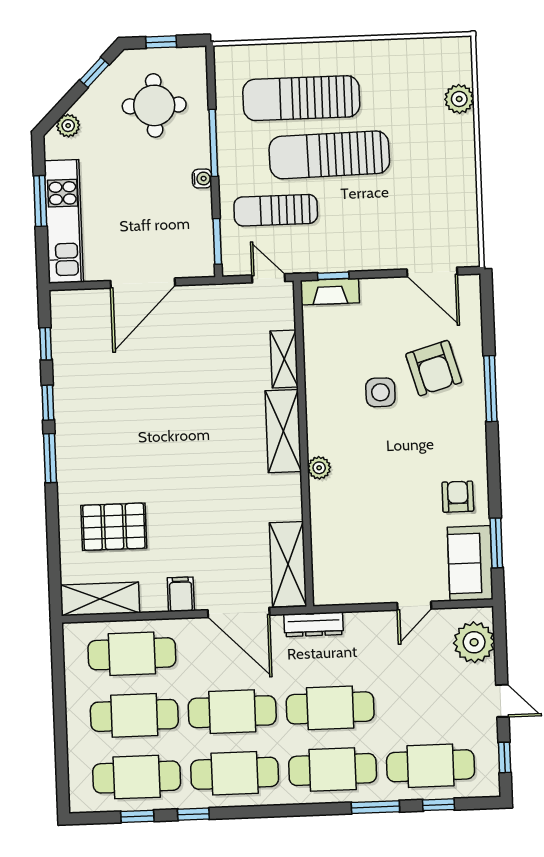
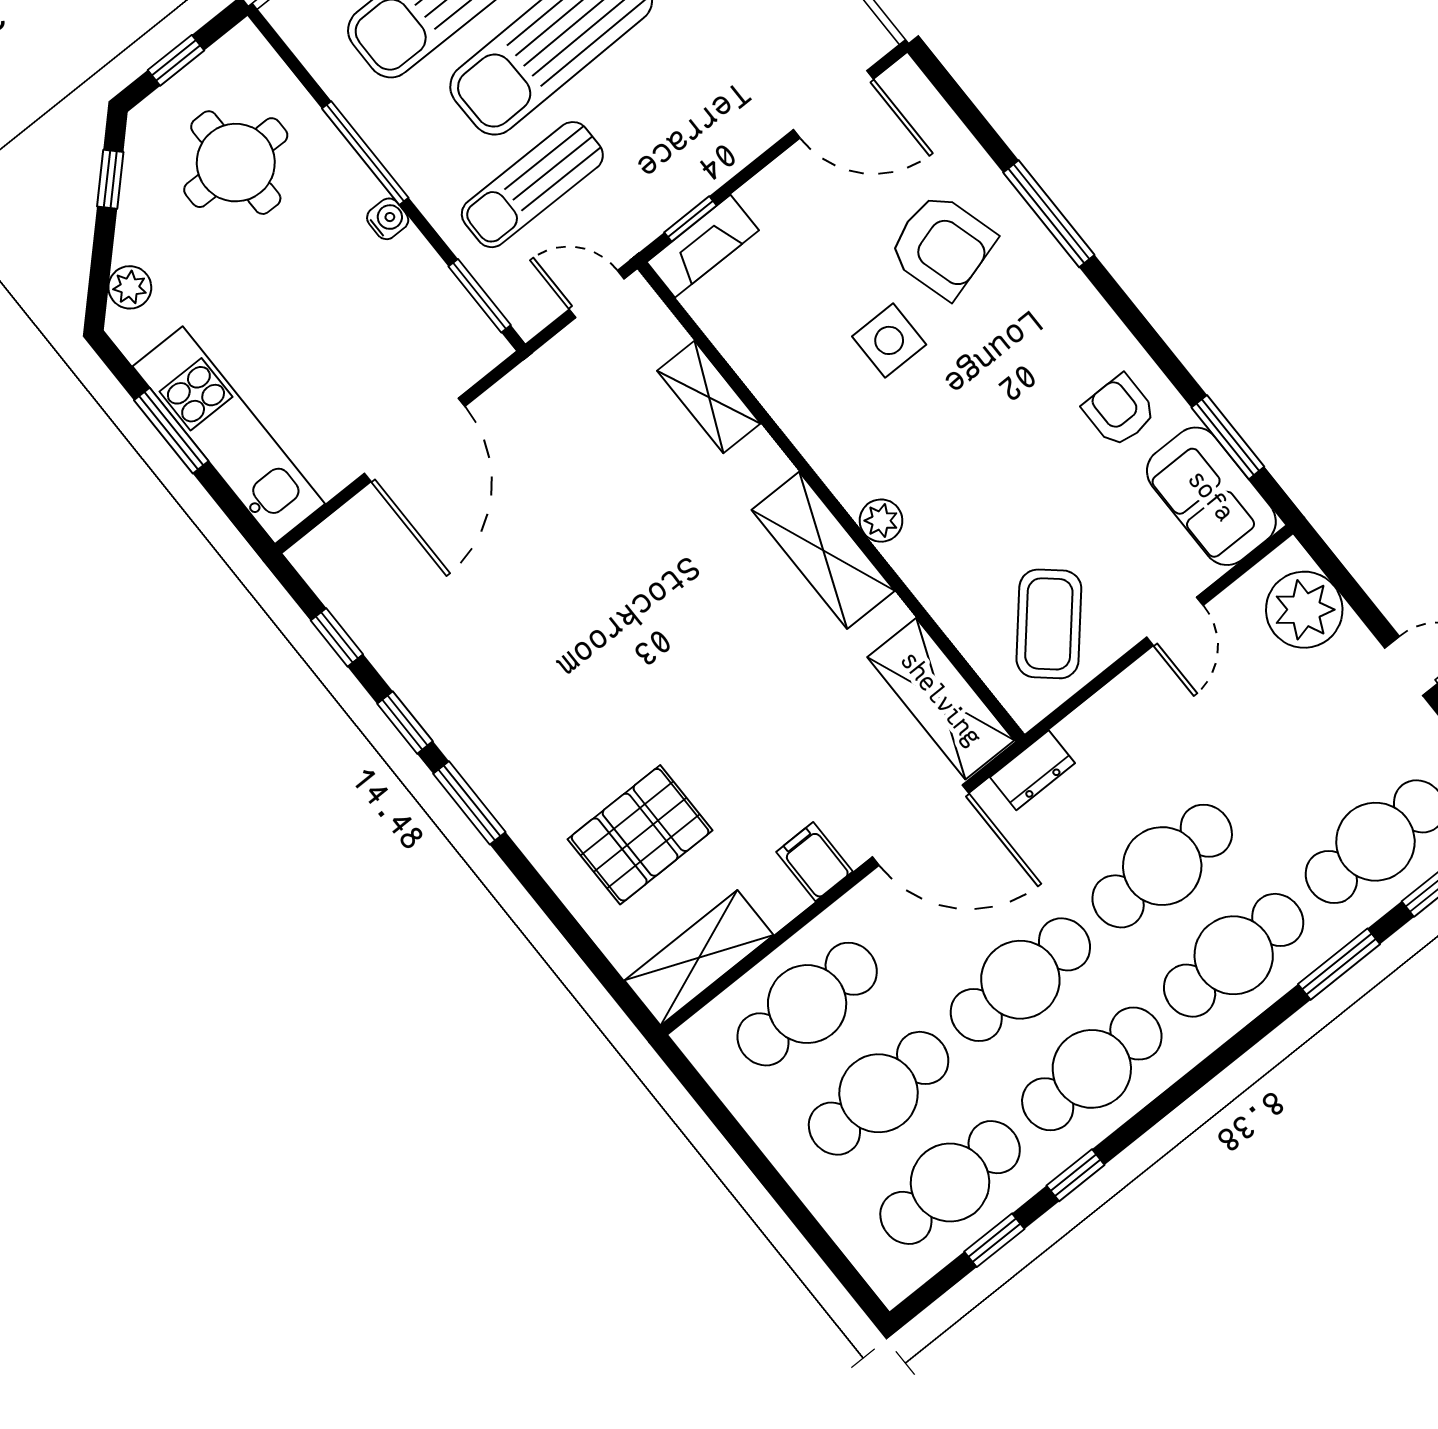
shelving: (283, 431) -> (823, 550), moved
coffee table: (359, 567) -> (1049, 624), added
dresser: (314, 624) -> (1033, 770), width x0.70

